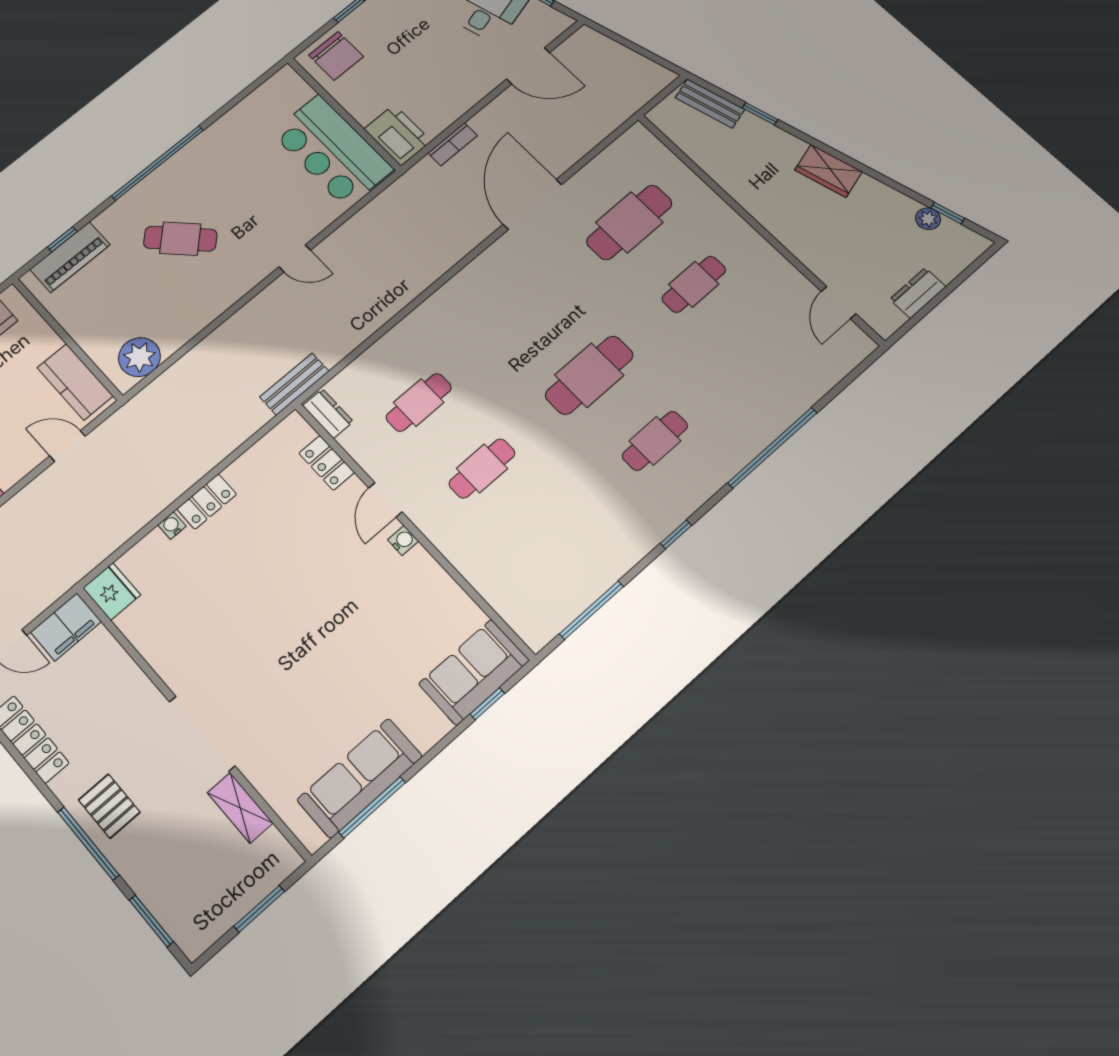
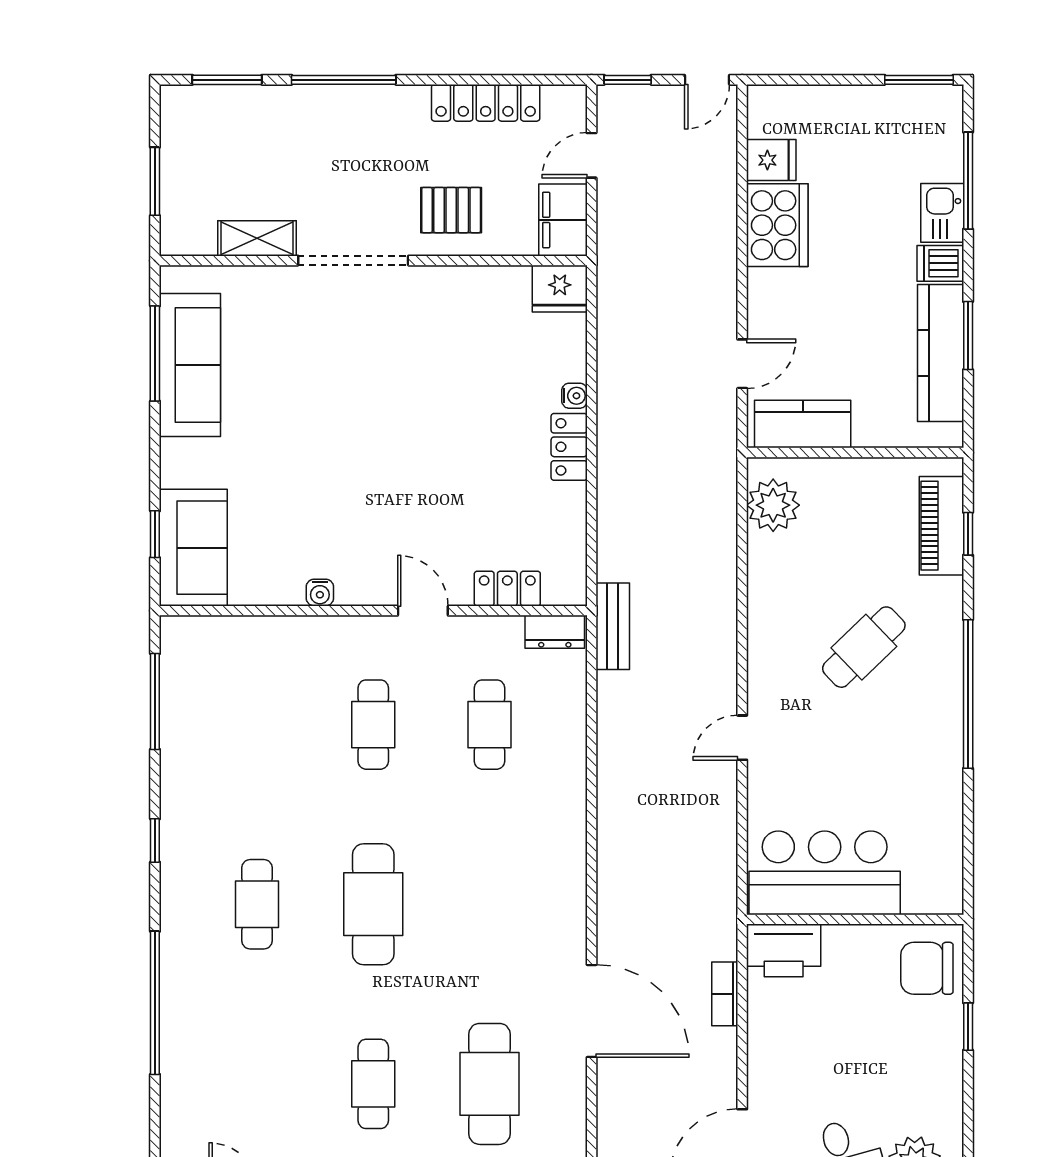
water cooler: (403, 540) -> (320, 593), moved
pallet: (109, 806) -> (451, 210), moved

